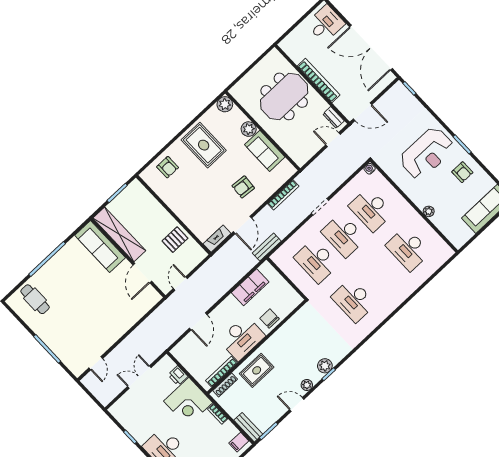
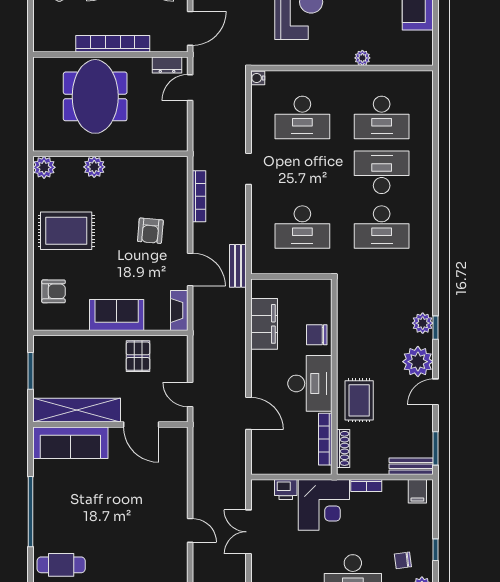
sofa: (265, 151) -> (117, 315), moved, turned 180
desk: (344, 235) -> (382, 172), moved, turned 180
door: (96, 363) -> (190, 530), moved
plant: (307, 385) -> (418, 362), width x1.88, depth x1.88

